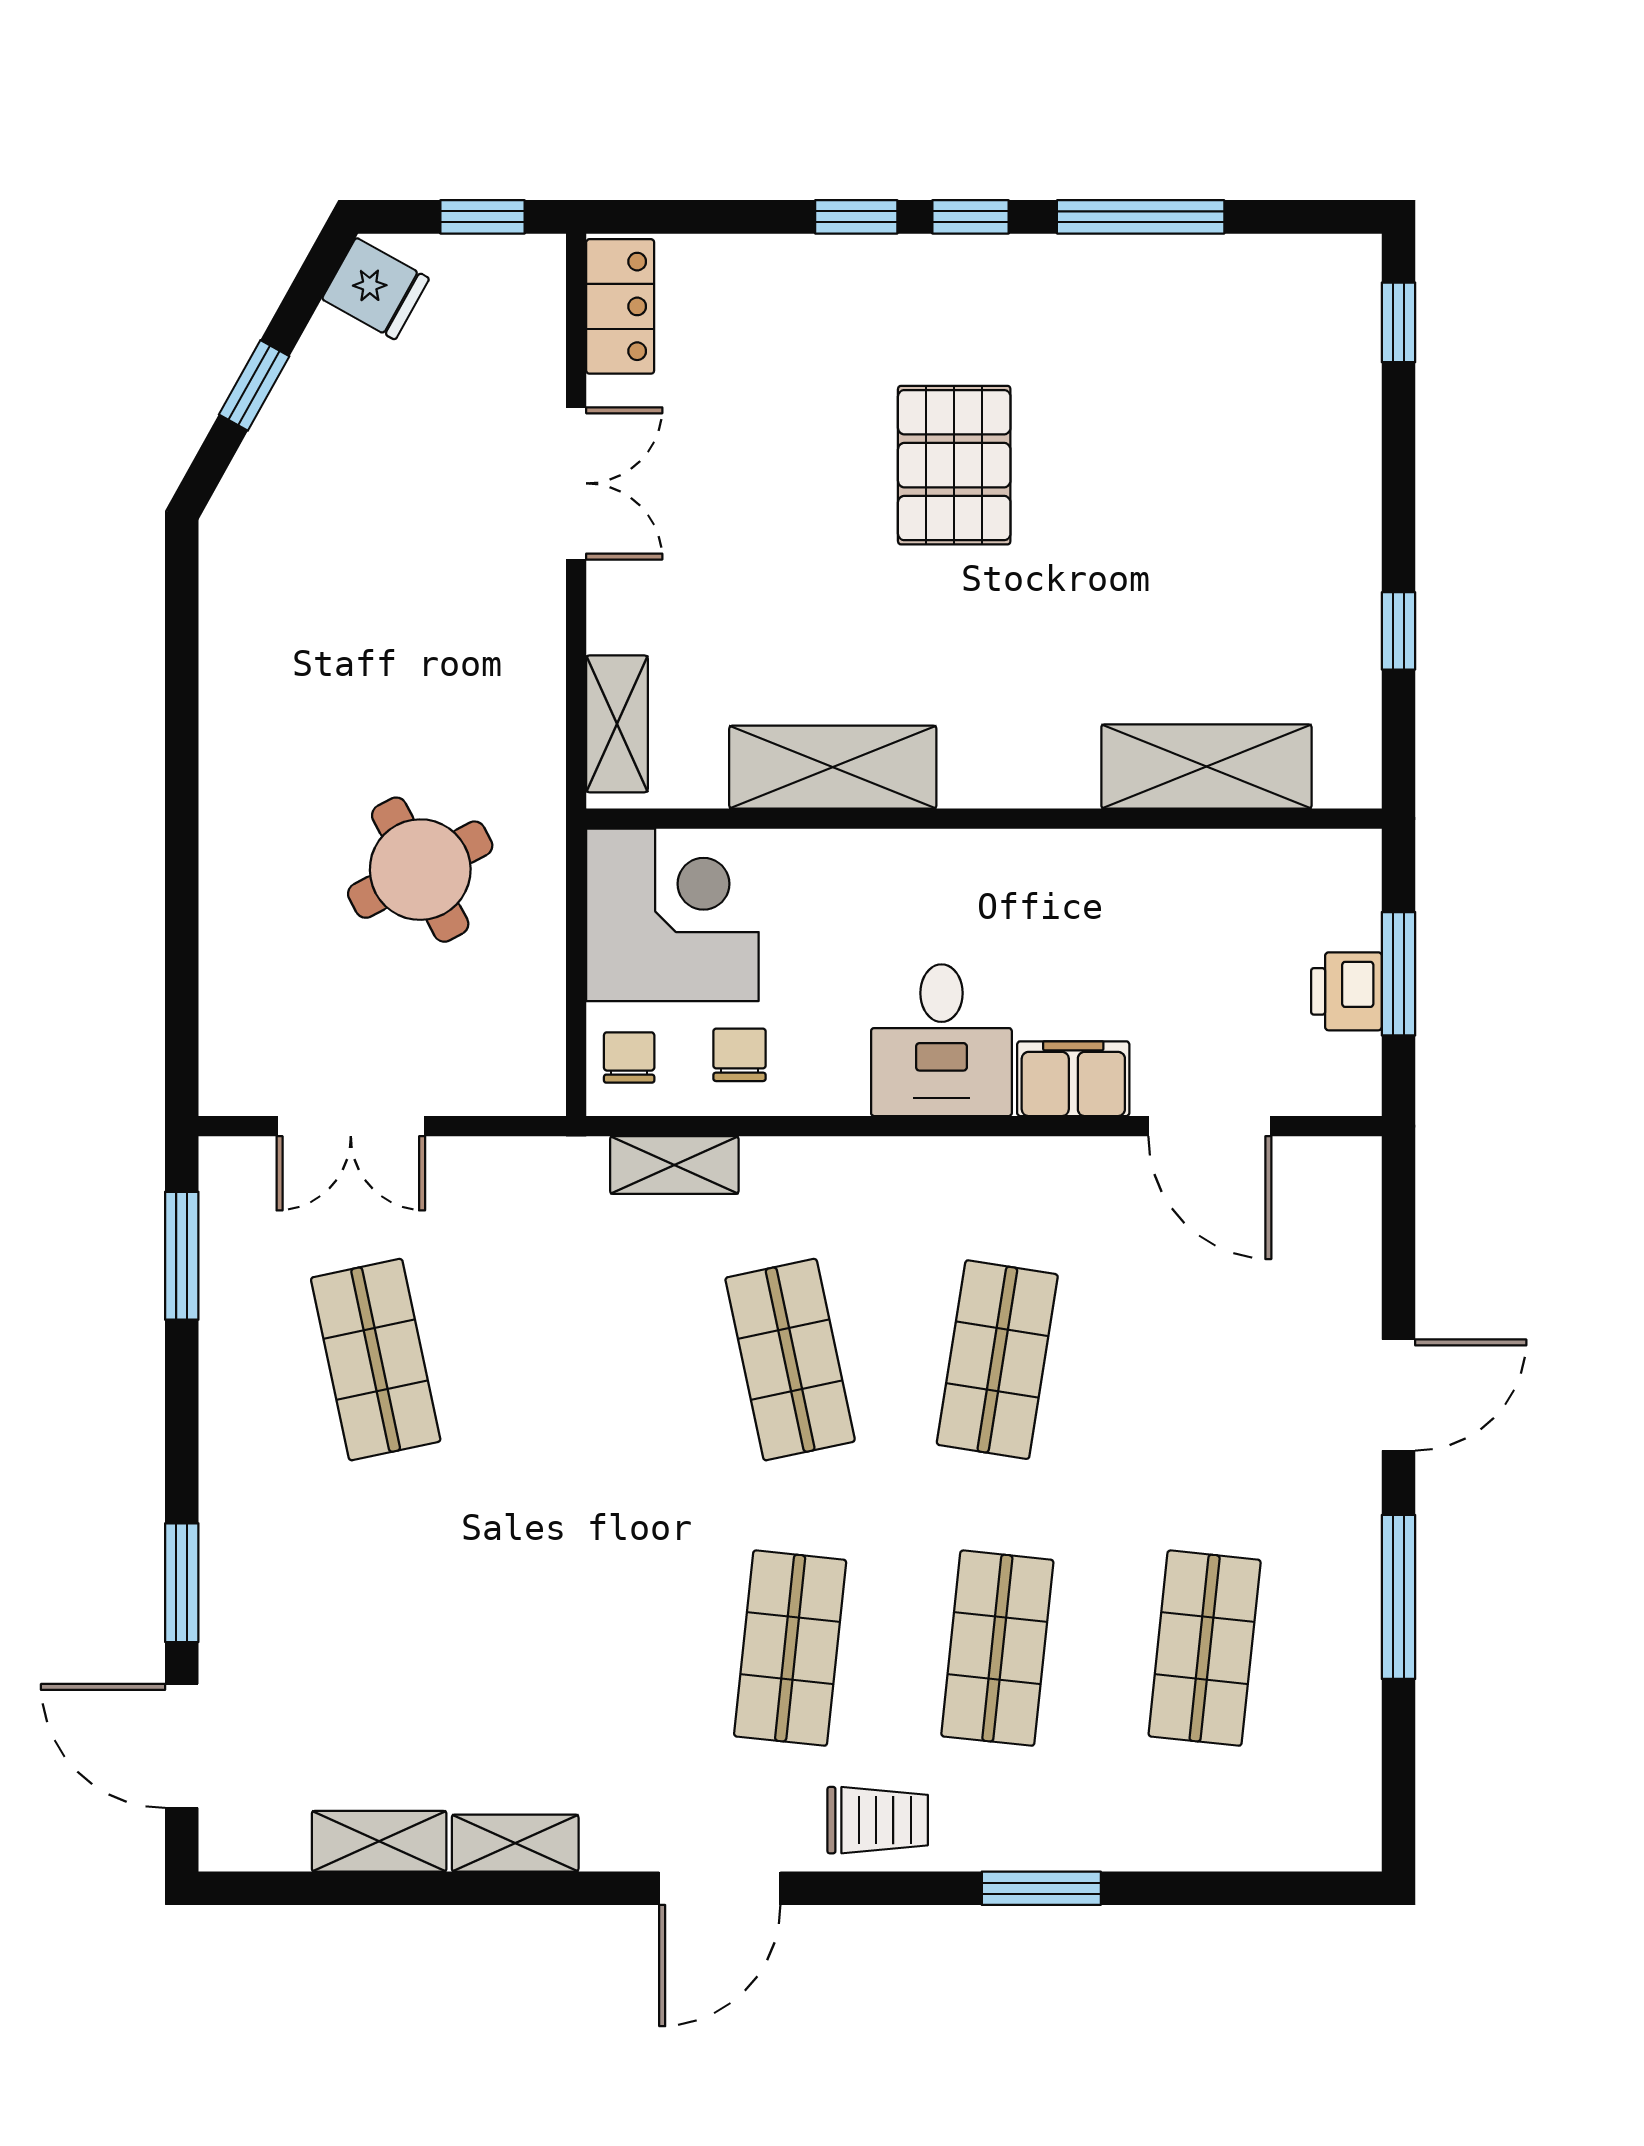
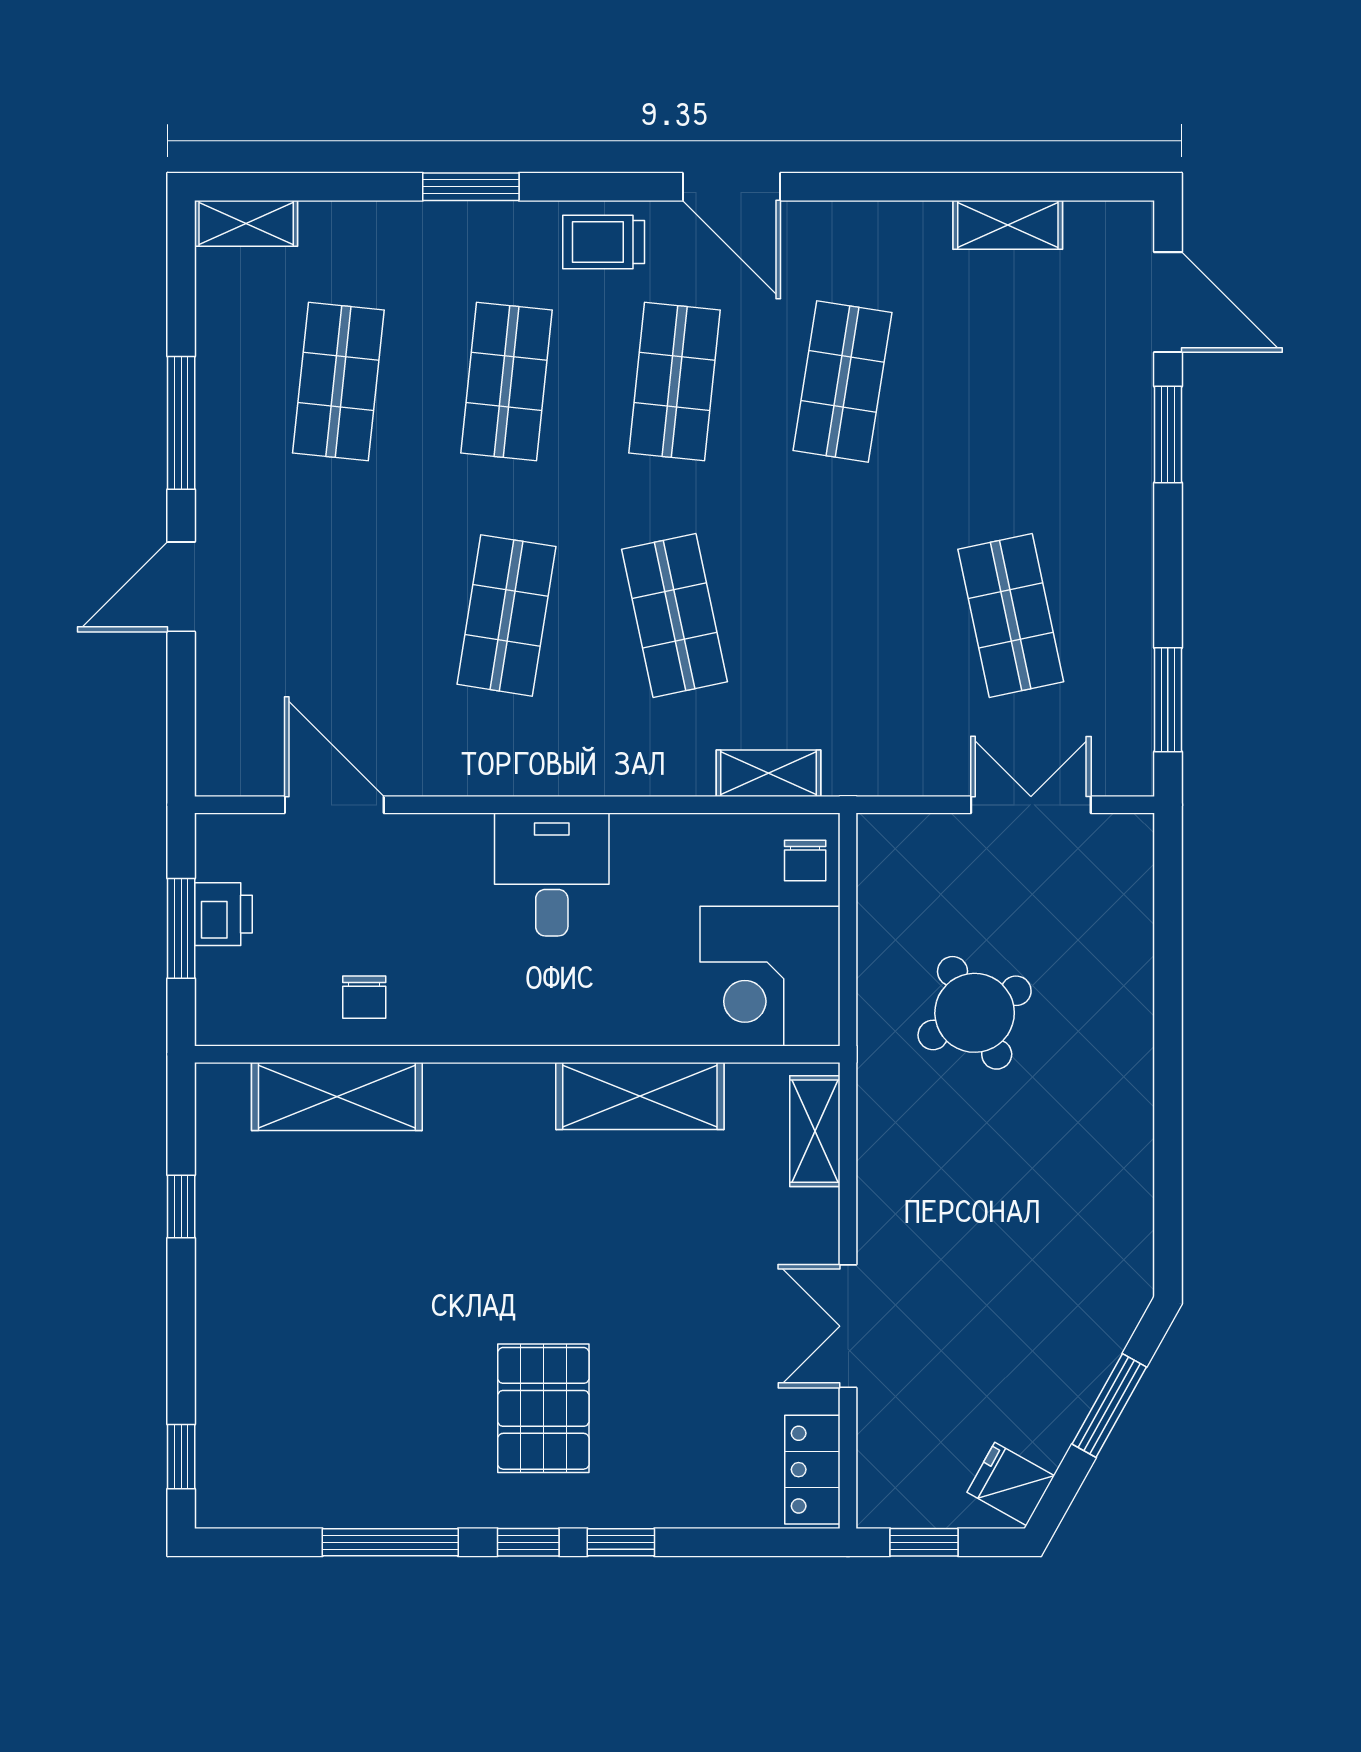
window: (254, 385) -> (1109, 1406), width x1.50
pallet: (954, 465) -> (543, 1408), moved
chair: (740, 1055) -> (364, 997), moved
filing cabinet: (1073, 1079) -> (445, 843), removed
shop shelf: (583, 1648) -> (843, 381), added
shelving: (515, 1843) -> (246, 223), moved
door: (720, 1888) -> (732, 187), swing flipped

